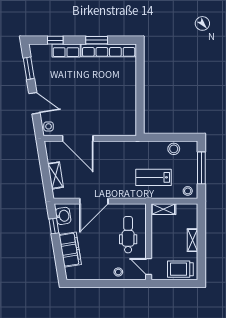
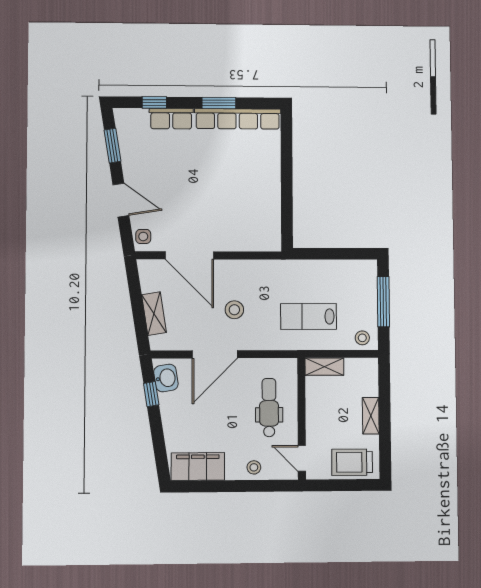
stool: (174, 149) -> (234, 310), moved
filing cabinet: (70, 250) -> (198, 467), moved, turned -81

